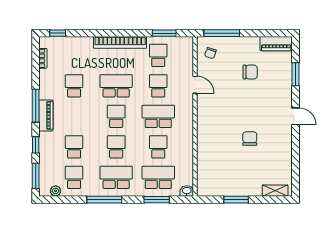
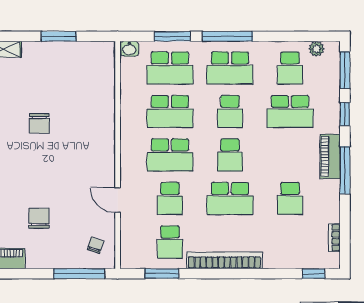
chair: (250, 72) -> (39, 218), turned 90
school desk: (74, 147) -> (290, 111), width x1.85
school desk: (158, 147) -> (170, 111), width x1.85
window: (104, 200) -> (228, 36), moved

